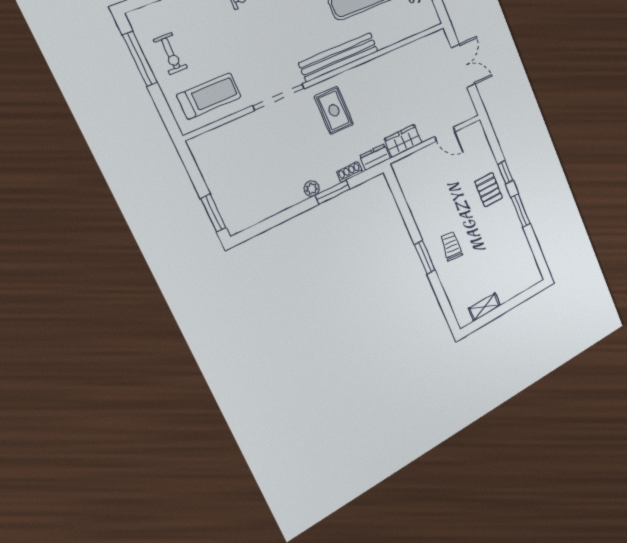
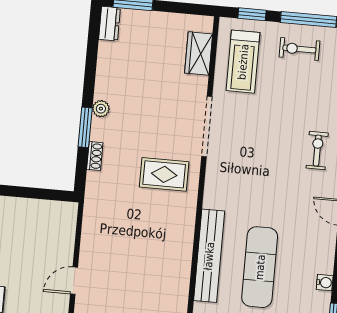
bench: (339, 57) -> (209, 256), moved
window: (164, 110) -> (252, 14), added
wardrobe: (403, 141) -> (199, 53), moved, turned 180
dresser: (375, 157) -> (109, 24), moved

